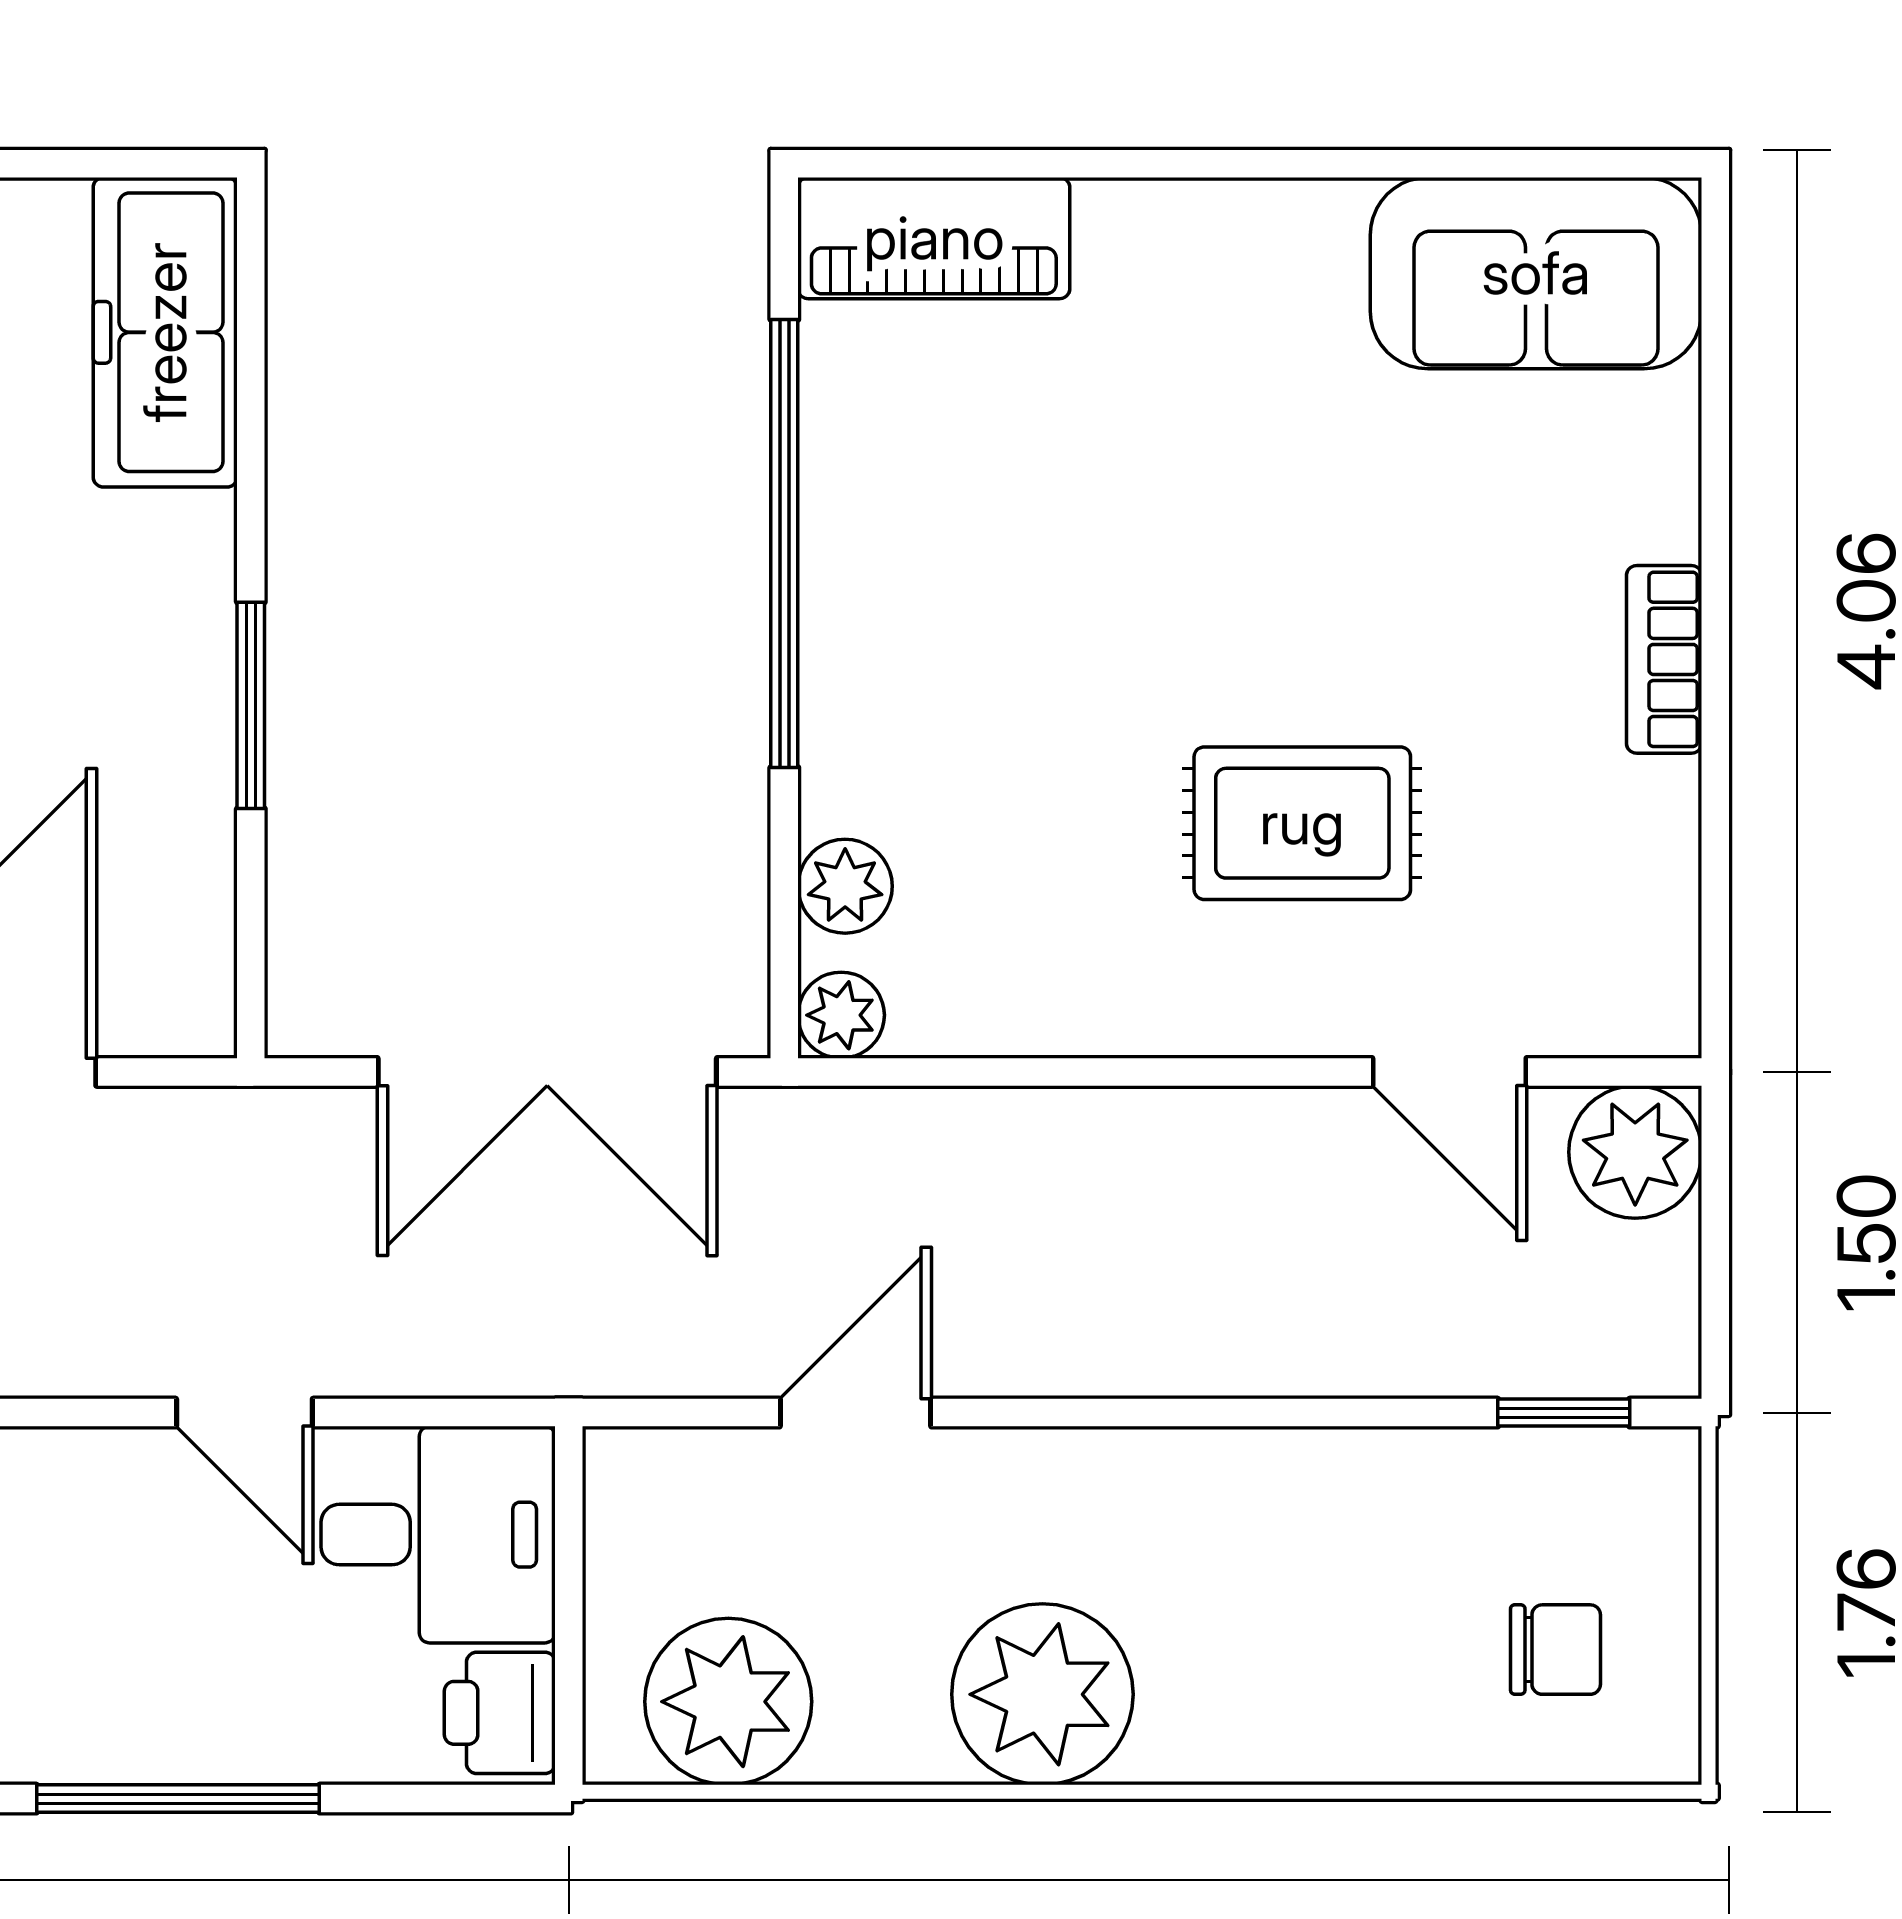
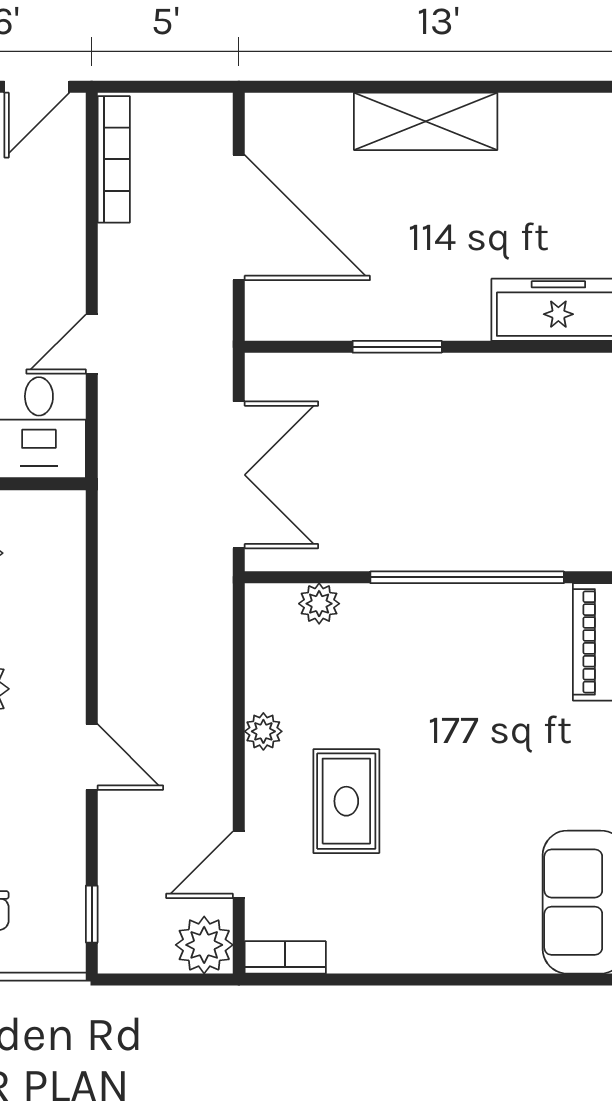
bookcase: (1664, 659) -> (285, 957), moved
plant: (841, 1015) -> (263, 731), moved
double door: (547, 1072) -> (239, 475), swing flipped
door: (856, 1413) -> (92, 757), moved

